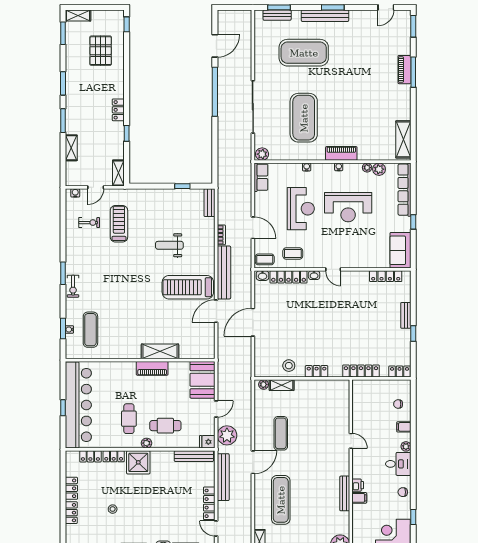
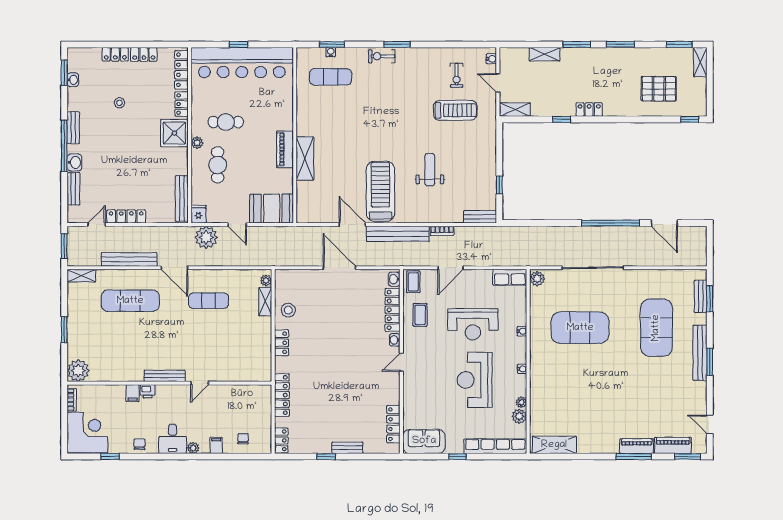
piano: (341, 153) -> (673, 445), moved, turned -90
locker: (90, 456) -> (181, 70), width x1.53
bench: (223, 477) -> (129, 259), moved
bench: (345, 493) -> (165, 376), moved

